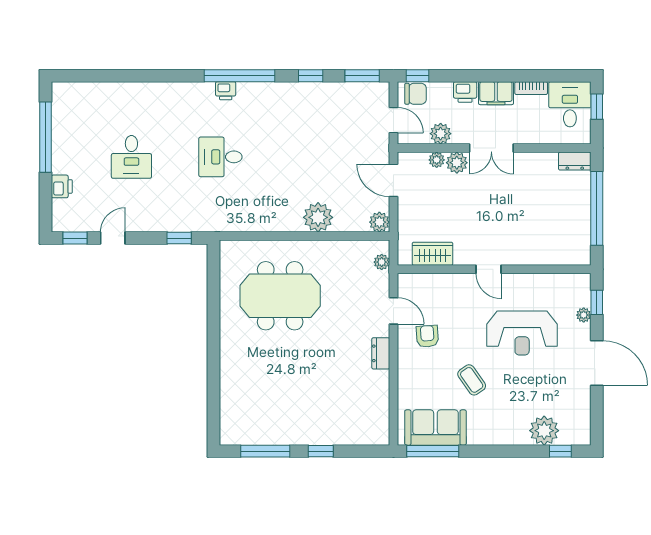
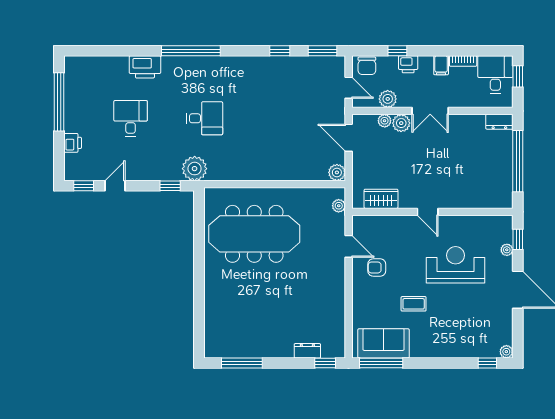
window: (239, 76) -> (191, 51), moved
window: (418, 76) -> (397, 51), moved
printer: (226, 91) -> (145, 67), moved, width x1.87, depth x1.48
filing cabinet: (496, 93) -> (441, 65), width x0.50
chair: (415, 94) -> (367, 66), turned 90
desk: (131, 157) -> (131, 118), turned 180
desk: (220, 157) -> (205, 118), turned 180
plant: (318, 217) -> (195, 169), moved
meeting table: (280, 296) -> (254, 234), width x1.36
reception desk: (522, 333) -> (456, 265), turned 180
armchair: (427, 336) -> (377, 267), turned -86
dresser: (381, 353) -> (307, 351), moved, turned 90
coffee table: (472, 380) -> (414, 304), turned -55
plant: (544, 431) -> (506, 352), moved, width x0.53, depth x0.53
window: (321, 451) -> (325, 363), moved

